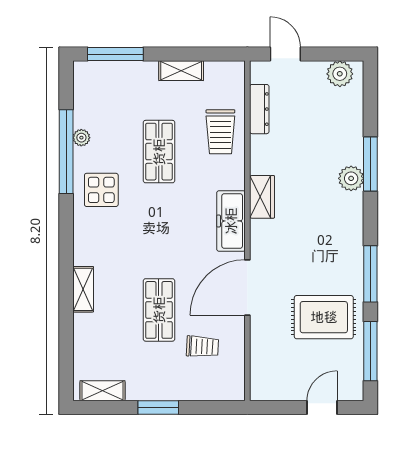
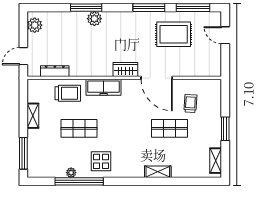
wardrobe: (262, 197) -> (125, 69), moved
freezer: (231, 221) -> (104, 87), moved
rug: (324, 317) -> (174, 34), turned 90

